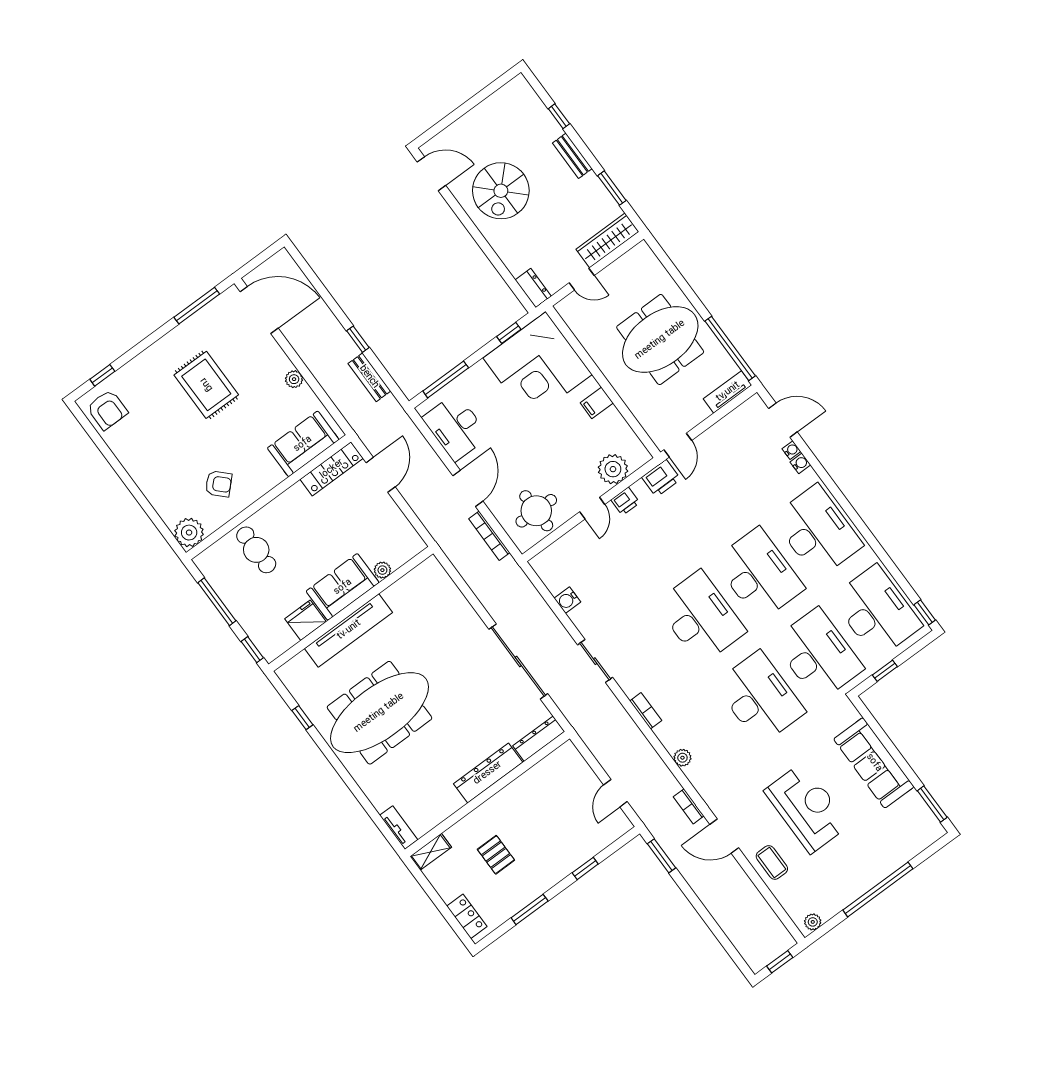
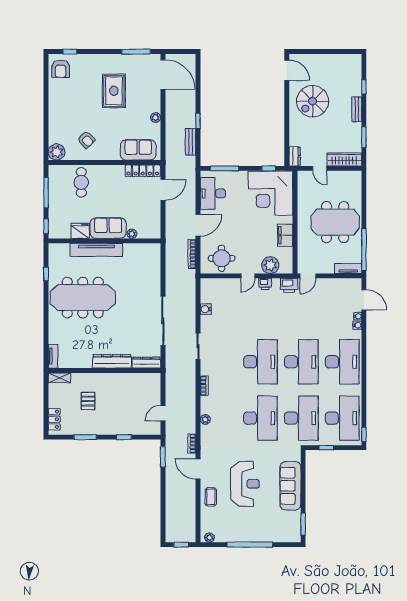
filing cabinet: (597, 403) -> (285, 235), width x2.00

